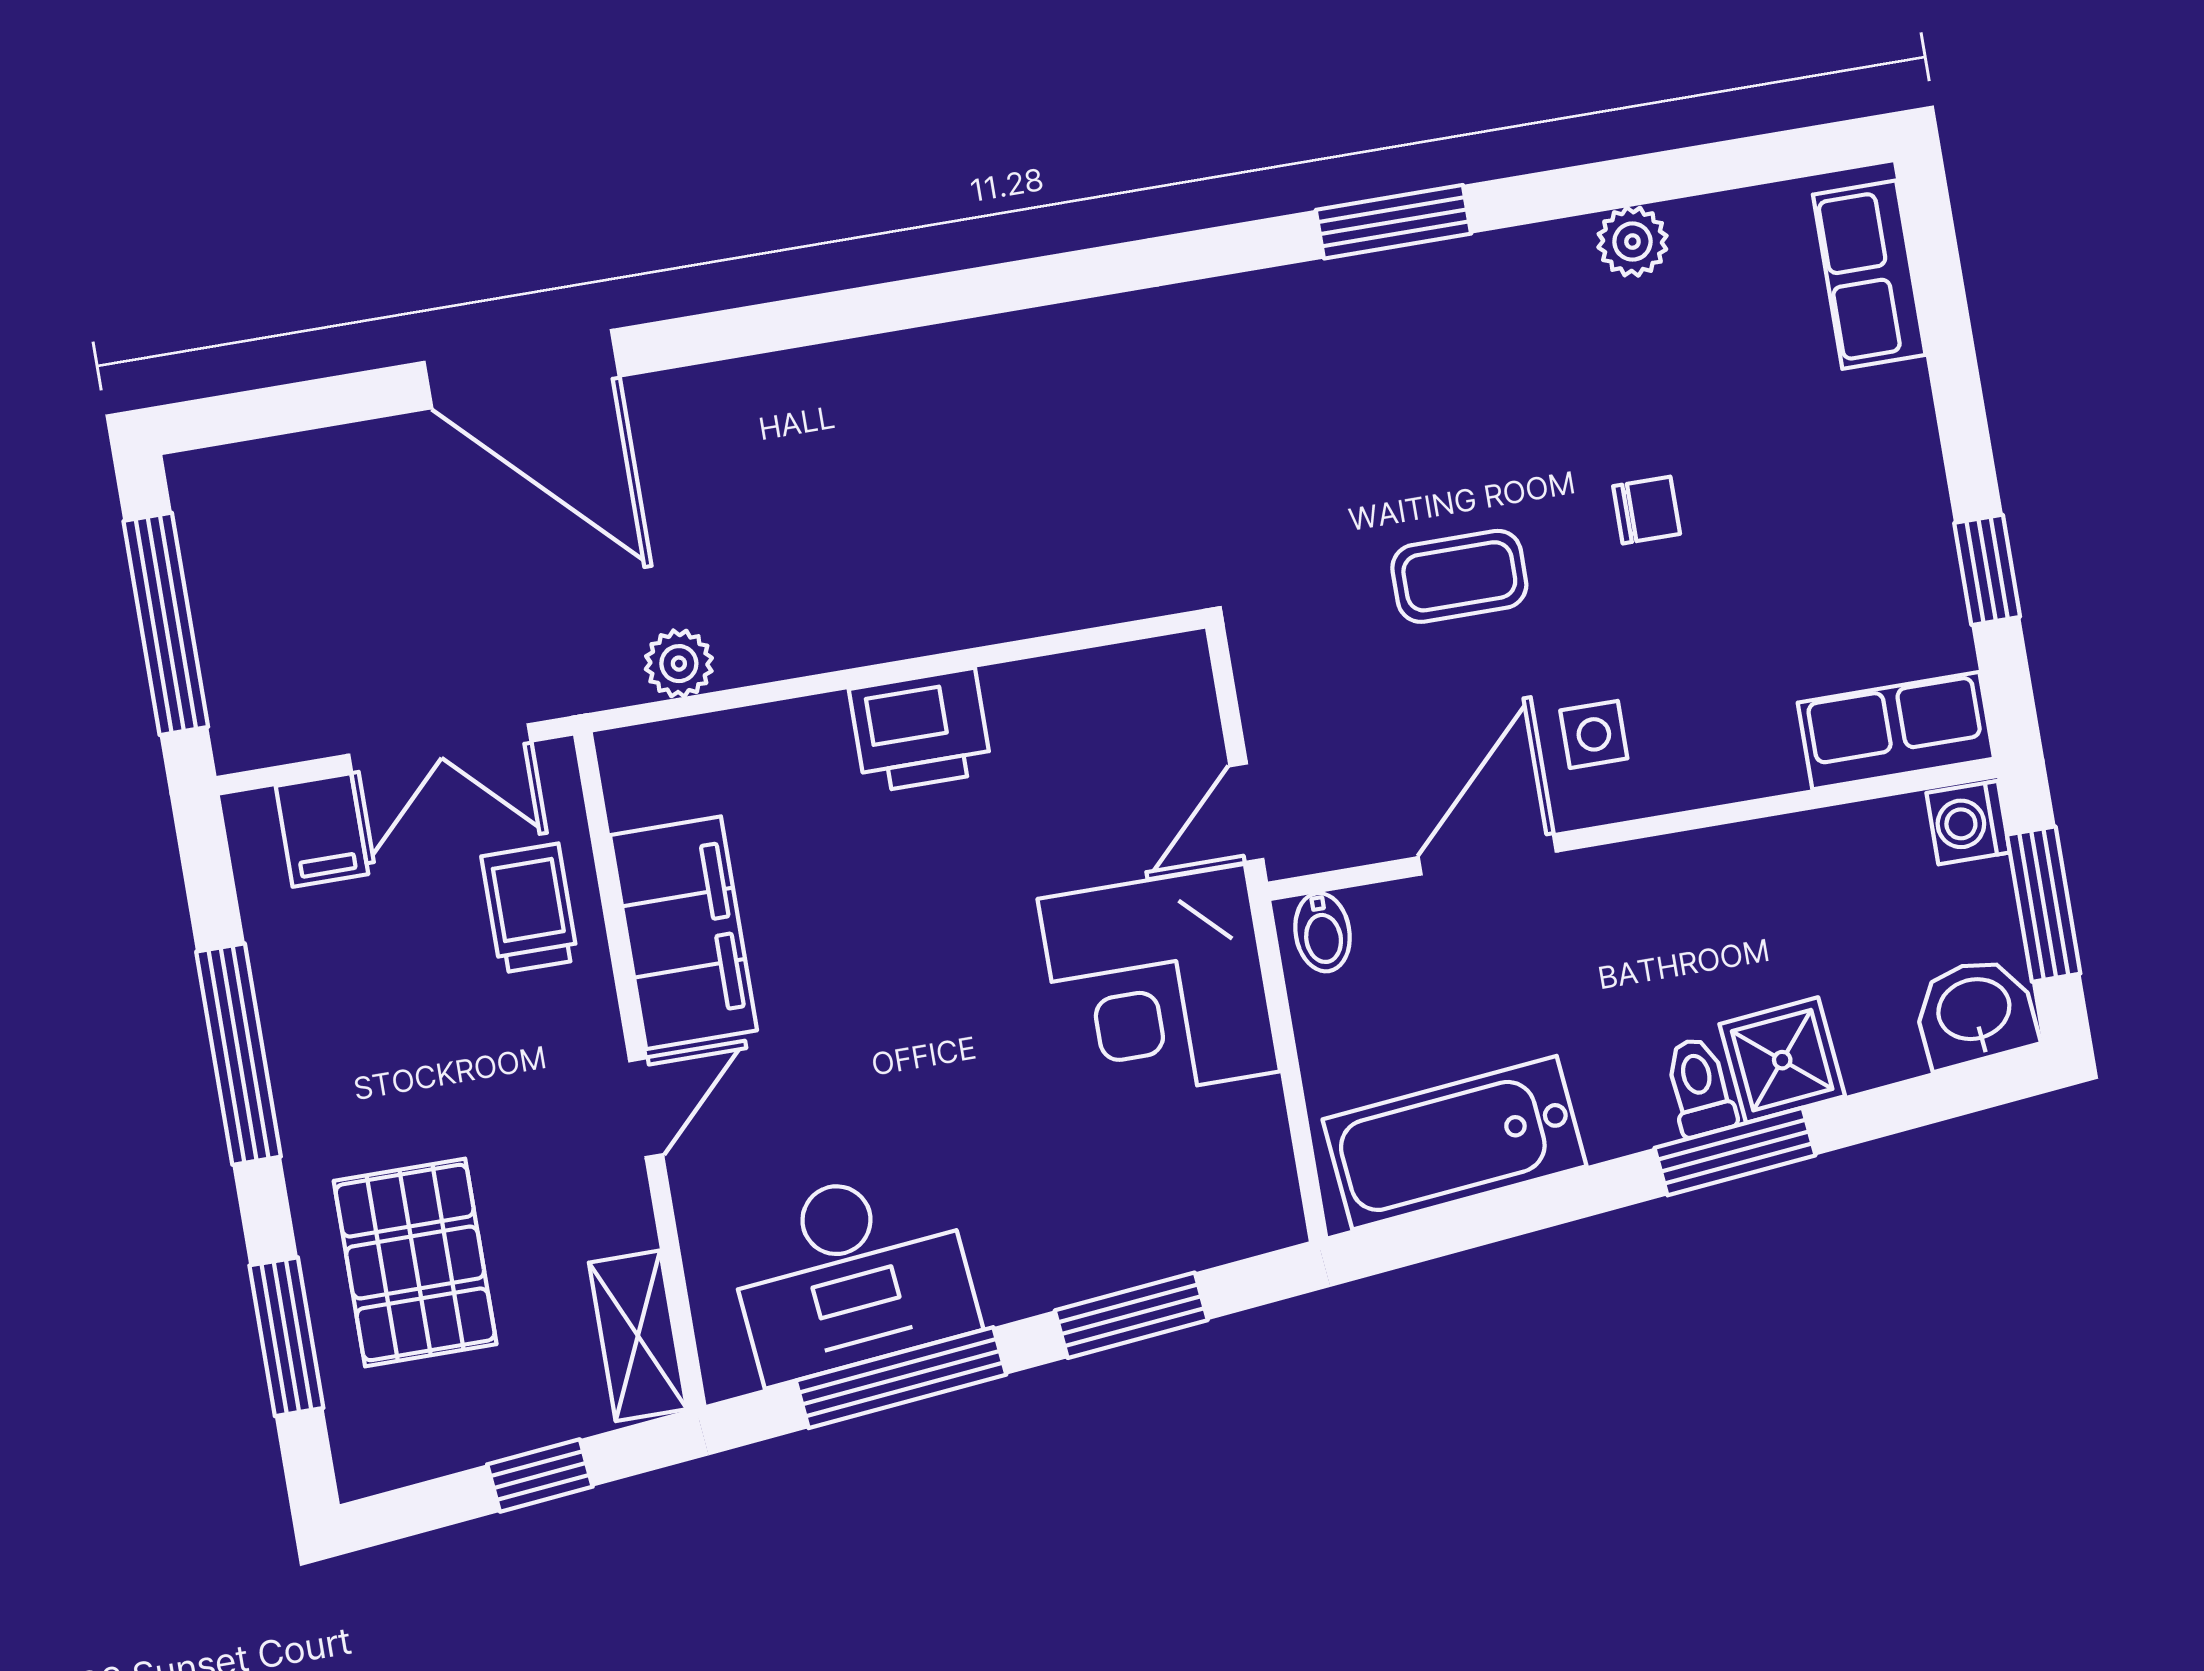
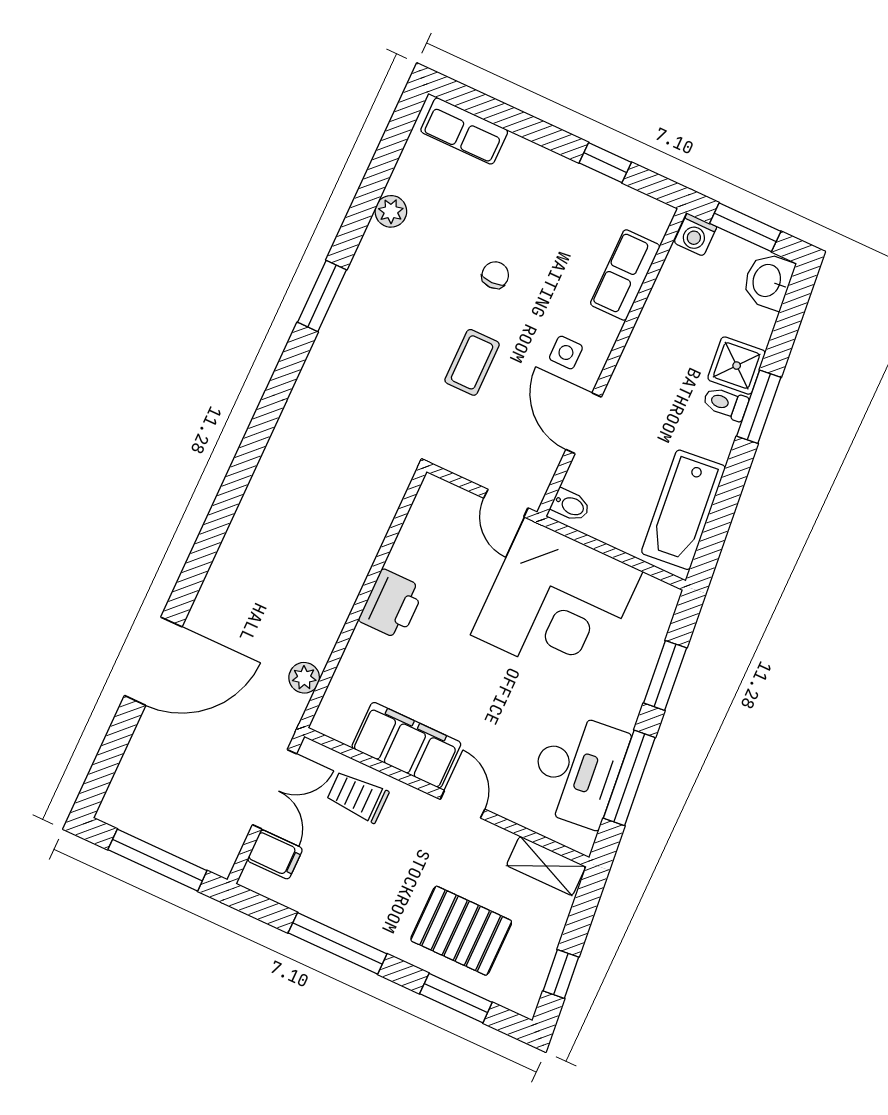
row of seats: (1896, 731) -> (625, 275), moved
corner desk: (1159, 985) -> (557, 603), width x1.36, depth x1.36
window: (540, 1476) -> (561, 974), moved

